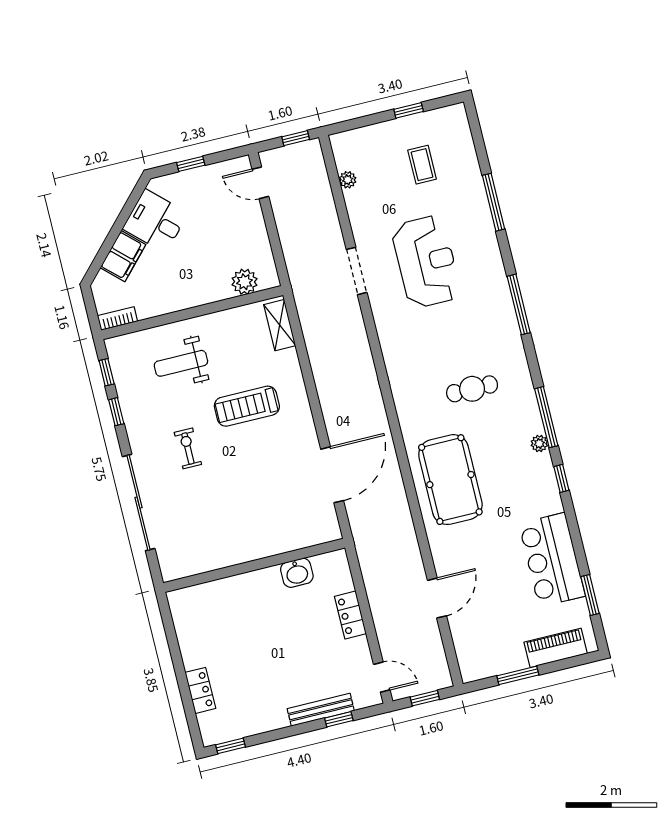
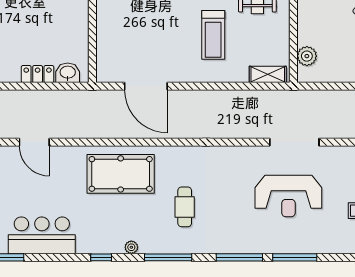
window: (494, 202) -> (295, 257), moved
doorway: (357, 271) -> (294, 142), width x1.36
treadmill: (247, 406) -> (213, 35), turned 180
window: (546, 417) -> (168, 257), moved
washbasin: (297, 573) -> (68, 73), moved, turned 90

